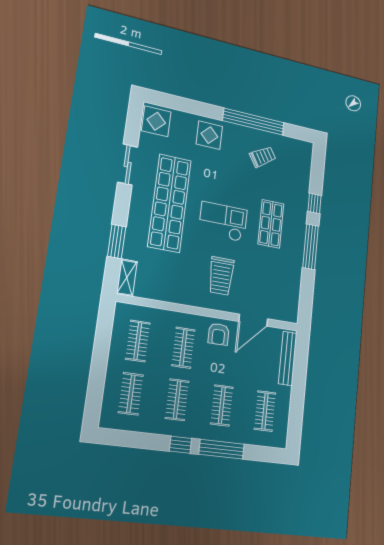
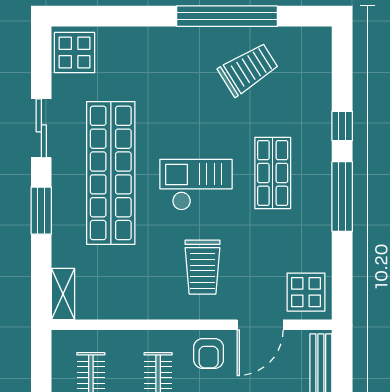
display table: (209, 135) -> (306, 292), moved
trolley: (263, 157) -> (248, 69), width x1.36, depth x1.39
window: (117, 241) -> (41, 211), moved

